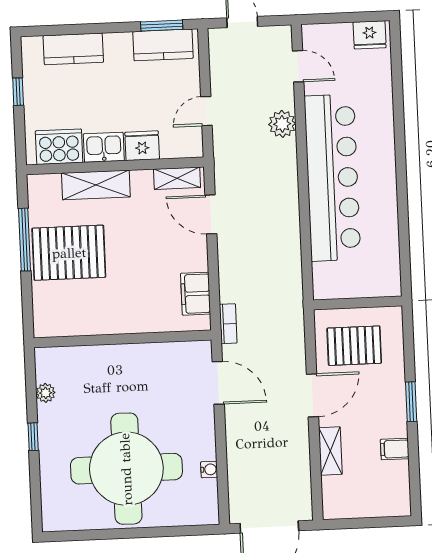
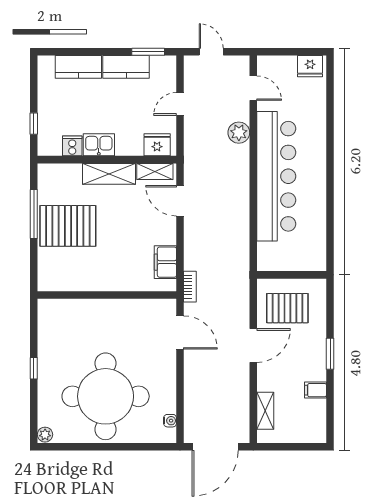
kitchen counter: (163, 45) -> (126, 67), moved
window: (18, 92) -> (34, 124), moved
door: (206, 111) -> (180, 104), moved
fridge: (142, 146) -> (157, 145), moved
cooker: (59, 147) -> (72, 146), width x0.53, depth x0.76
shelving: (96, 185) -> (109, 174), moved
plant: (46, 393) -> (45, 435), moved
shelving: (330, 451) -> (265, 411), moved
water cooler: (209, 469) -> (170, 421), moved

